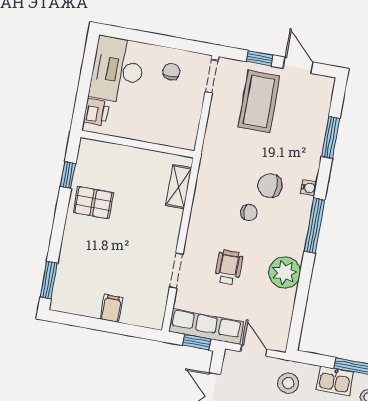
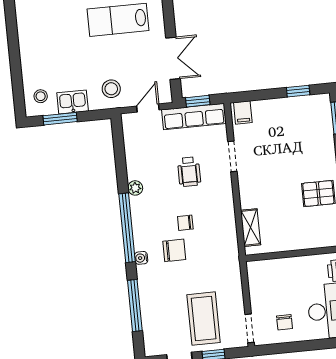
window: (331, 137) -> (135, 306), width x1.44
window: (315, 225) -> (127, 228), width x1.46
plant: (285, 272) -> (135, 188), width x0.53, depth x0.53
filing cabinet: (111, 308) -> (243, 112), moved
window: (83, 322) -> (298, 91), added
door: (254, 350) -> (148, 108), swing flipped

